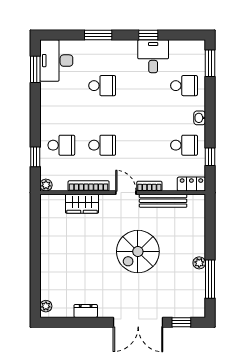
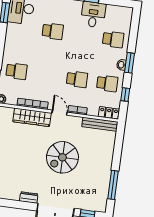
window: (210, 63) -> (130, 63), moved
school desk: (102, 145) -> (77, 79), moved
bench: (163, 201) -> (100, 124), moved
wardrobe: (82, 204) -> (32, 117), width x1.50
plant: (199, 263) -> (107, 172), removed
dresser: (86, 311) -> (29, 197), moved

